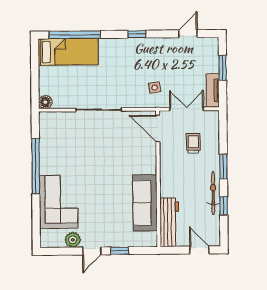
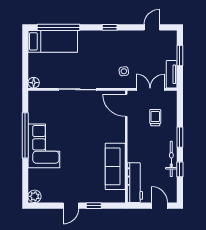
corner sofa: (59, 202) -> (44, 146), moved
plant: (73, 240) -> (35, 196), moved

